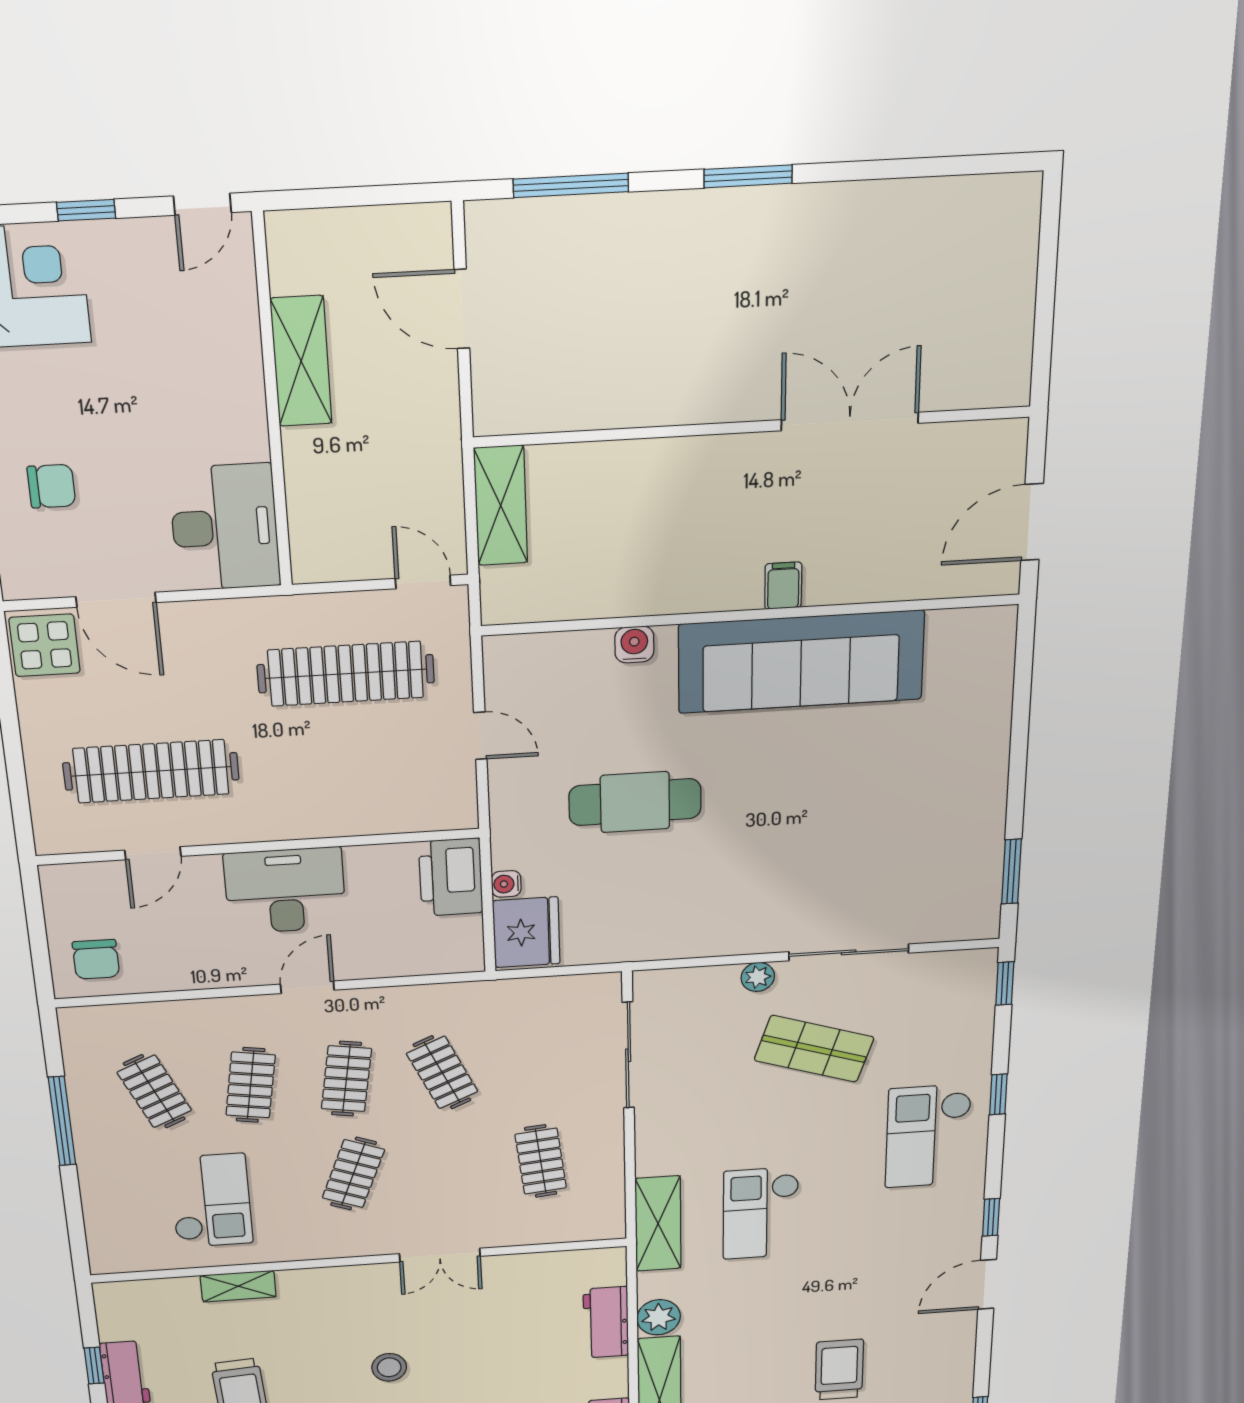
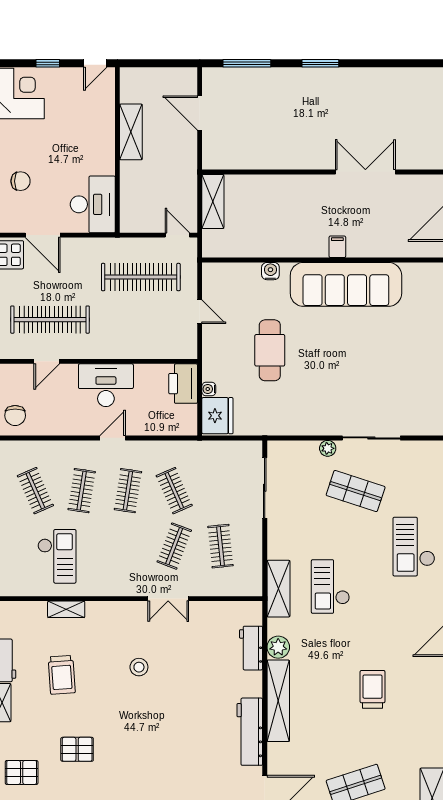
cafe table: (635, 802) -> (270, 350), turned 90
clothes rail: (353, 1174) -> (174, 546), moved

